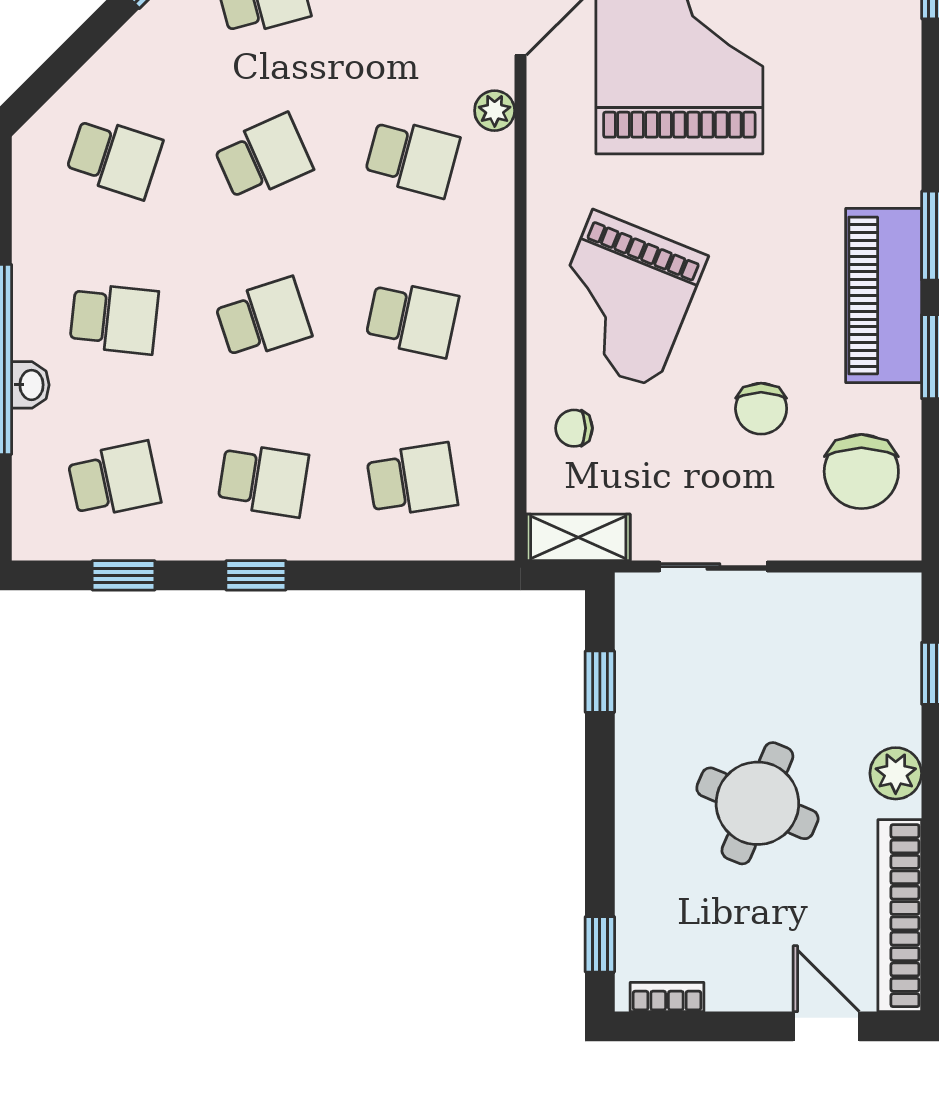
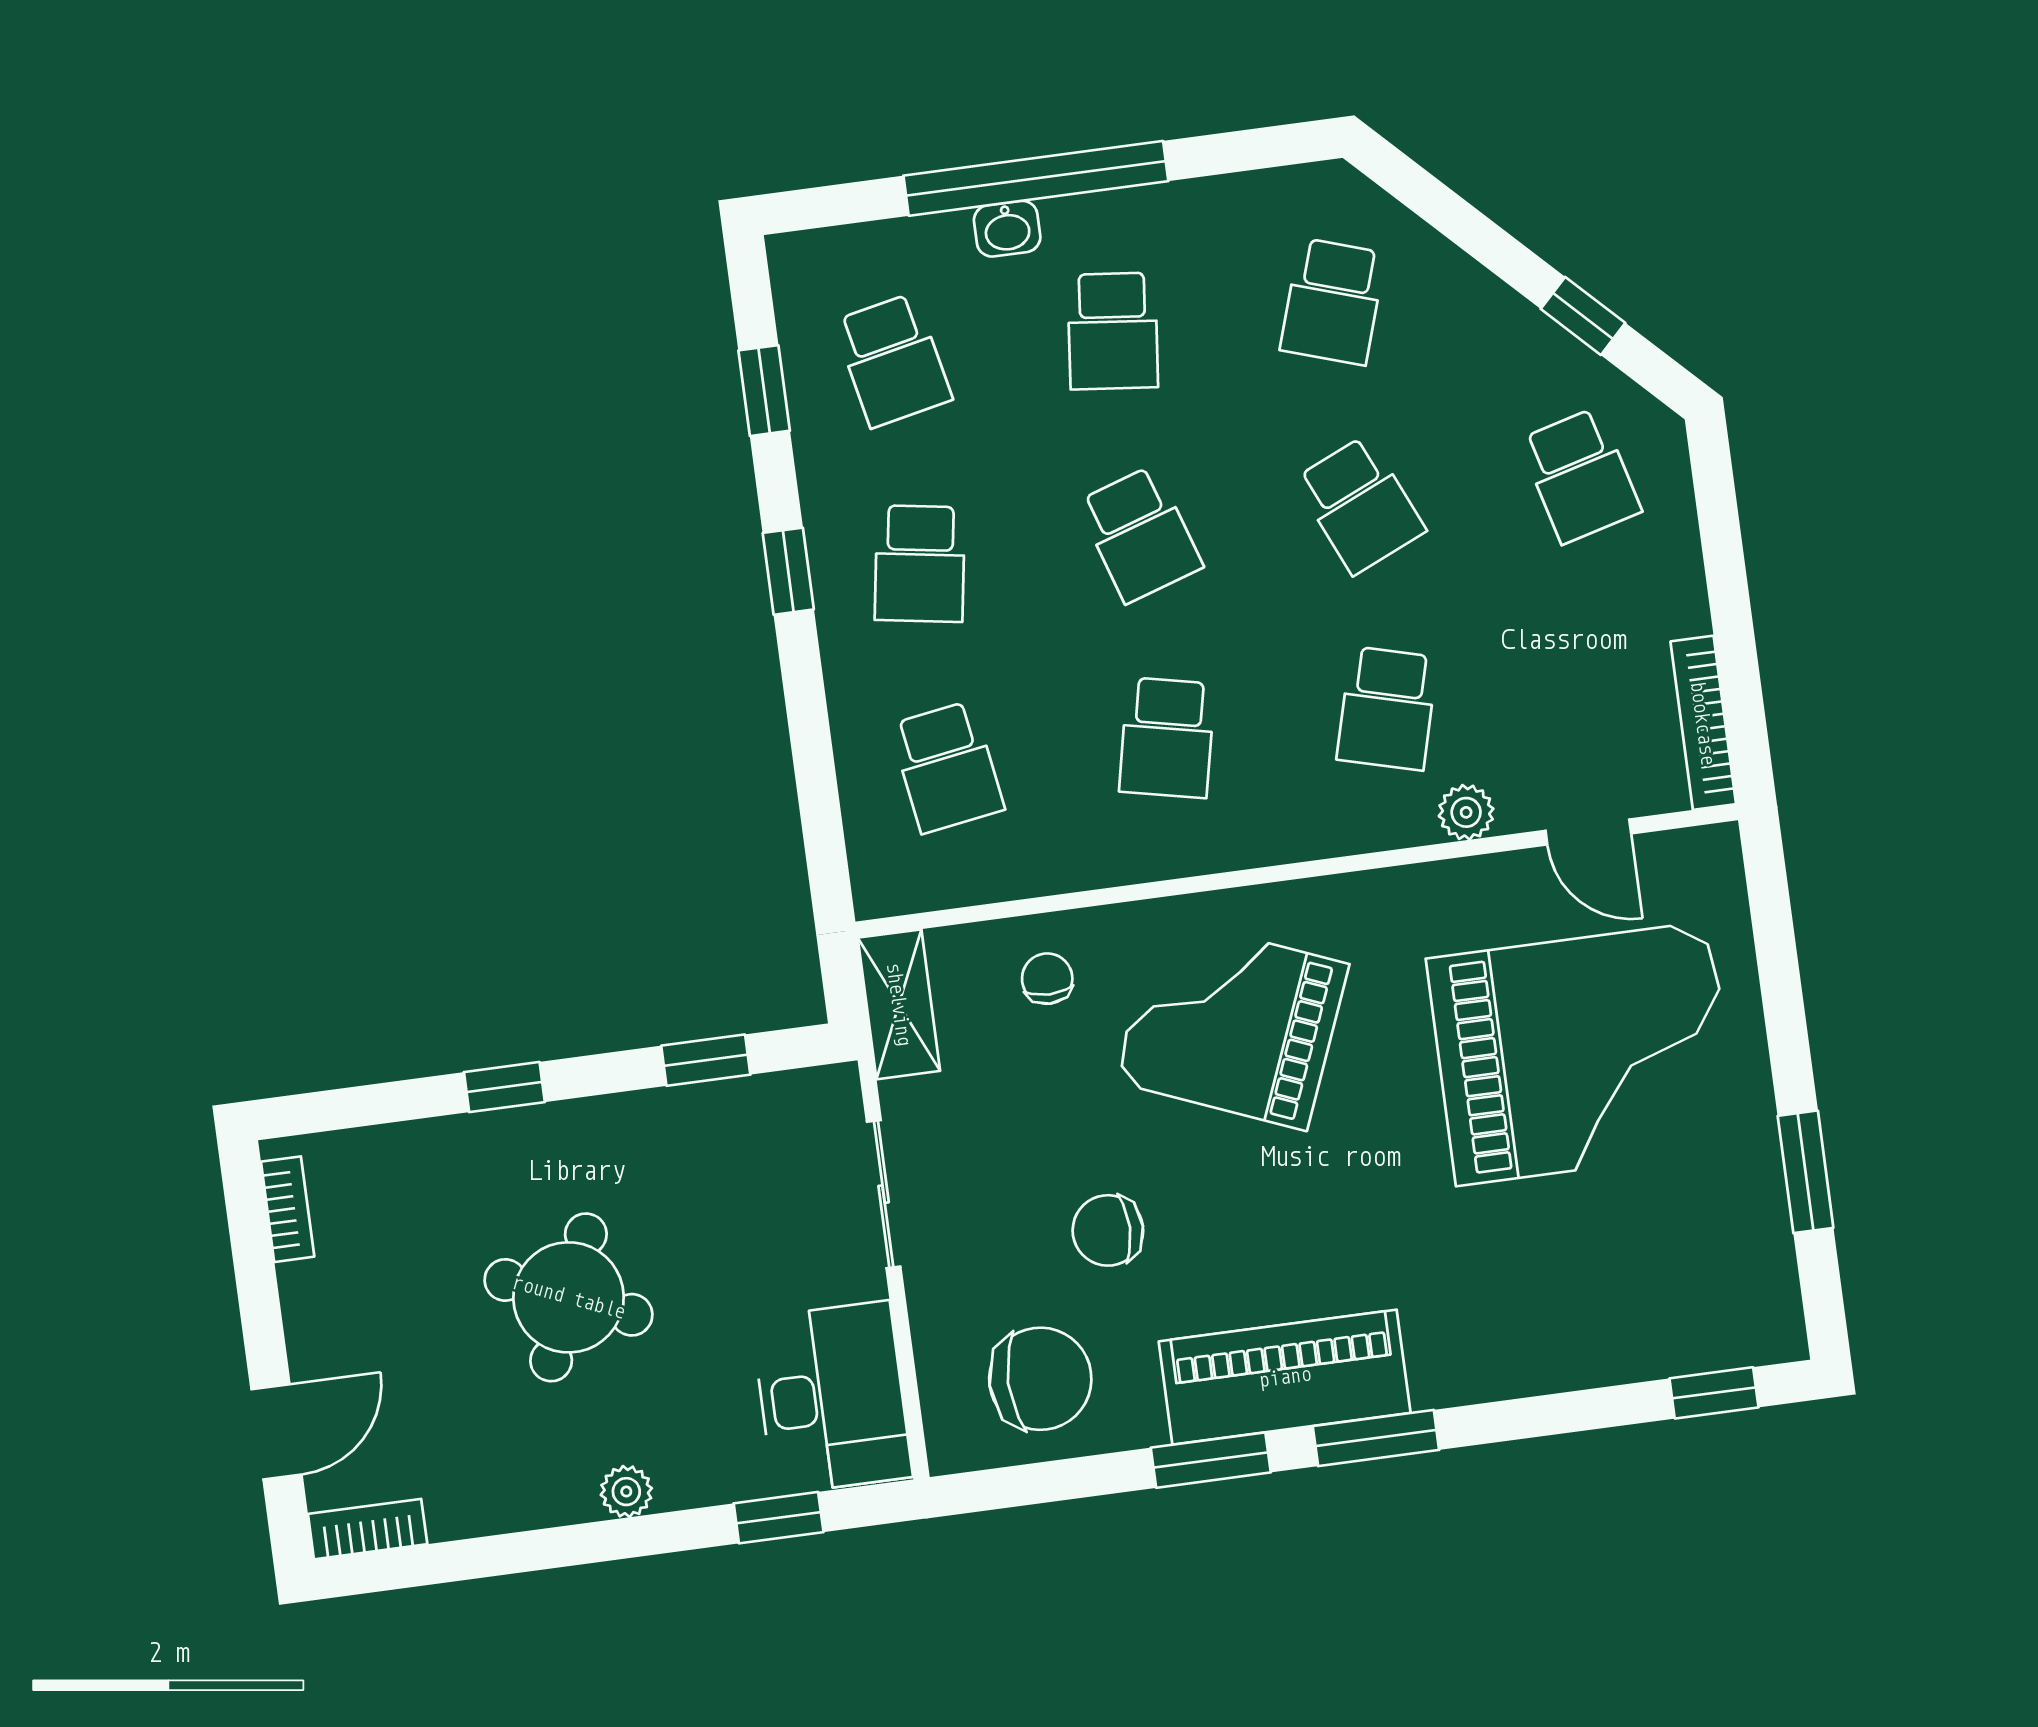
chair: (861, 471) -> (1040, 1379), turned 180
desk: (855, 623) -> (832, 1398), added
plant: (896, 773) -> (626, 1492), width x0.73, depth x0.73
bookcase: (900, 916) -> (368, 1529), width x0.43, depth x0.76
window: (600, 944) -> (504, 1087), moved

